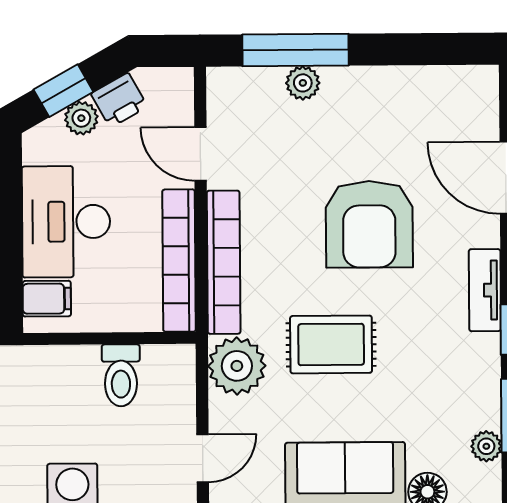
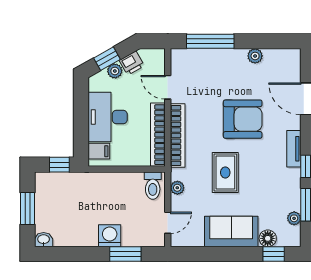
plant: (303, 83) -> (255, 56), moved
armchair: (369, 224) -> (243, 119), turned -90
rug: (331, 344) -> (225, 173), turned 90
plant: (237, 366) -> (177, 188), width x0.53, depth x0.53
toilet: (121, 375) -> (153, 186), moved

